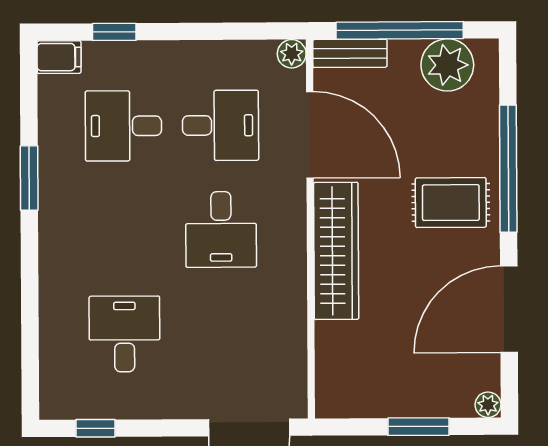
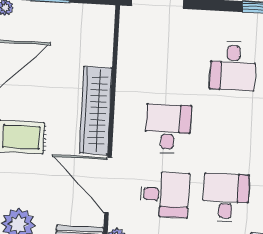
desk: (220, 125) -> (164, 195), turned 180
desk: (123, 126) -> (226, 198), turned -90

